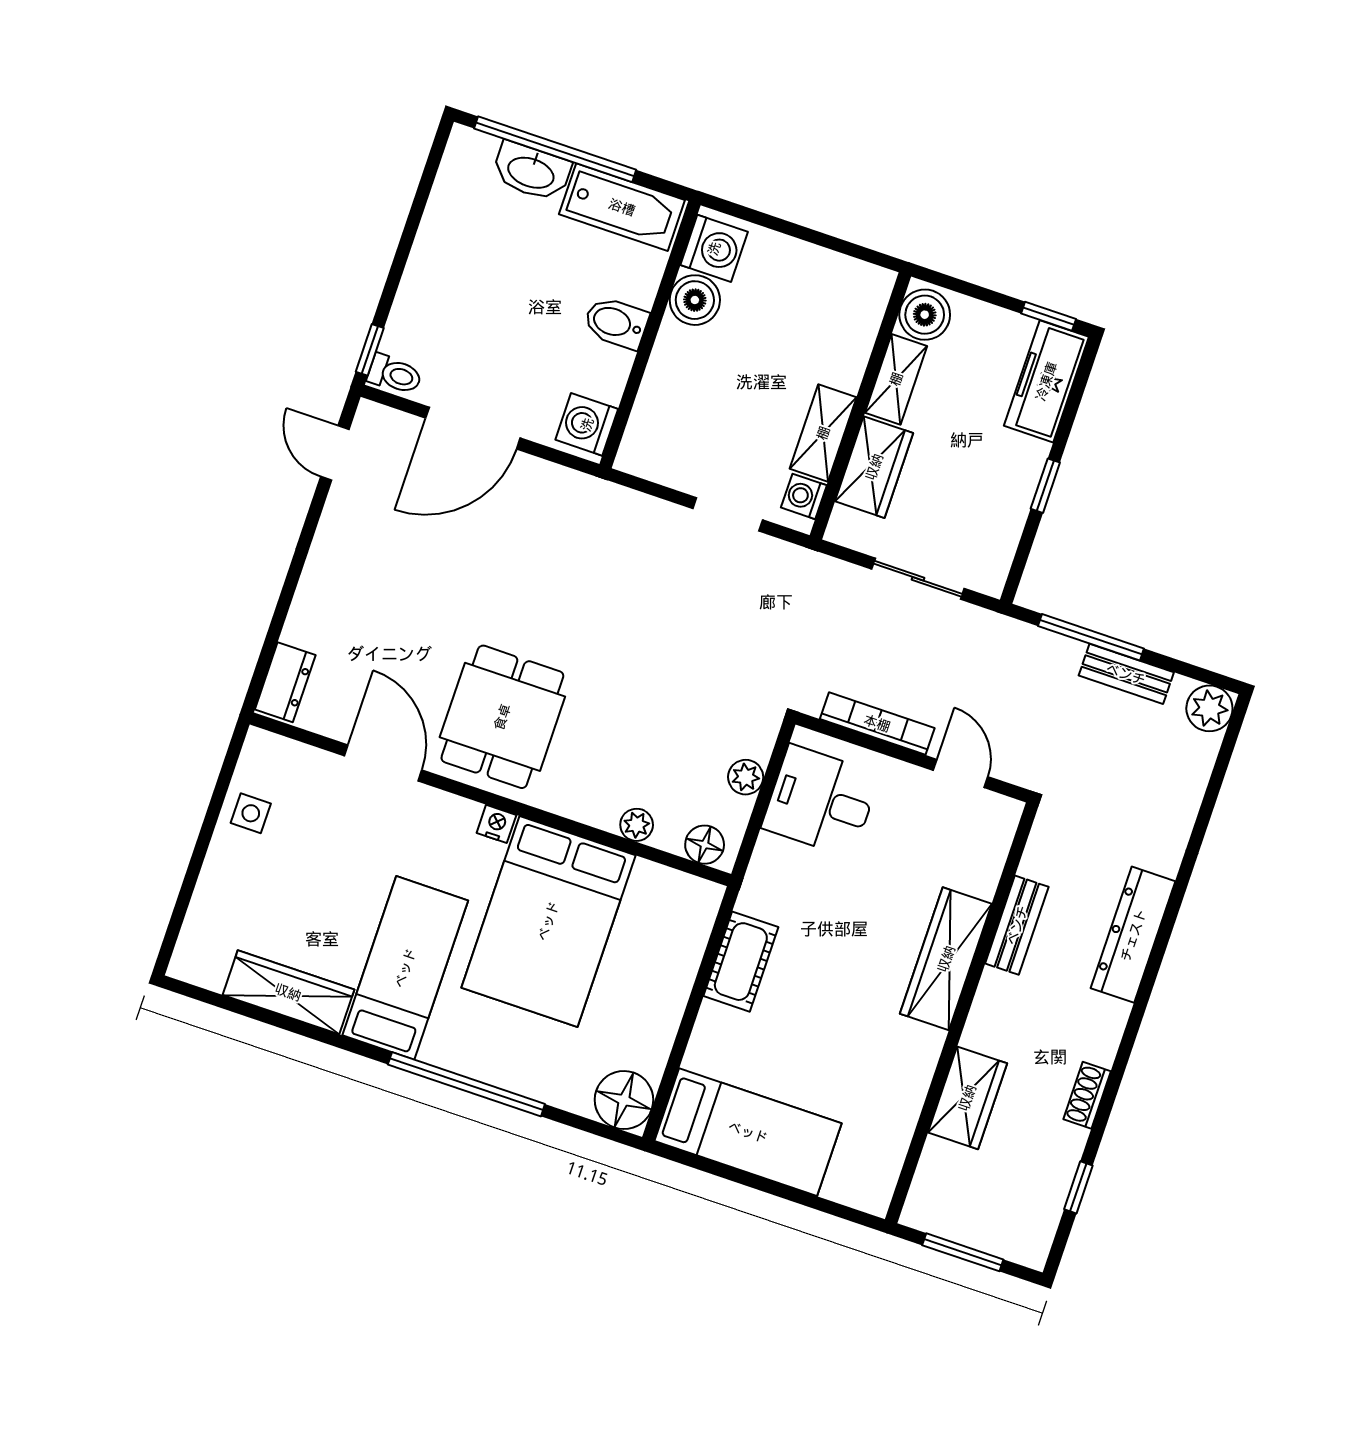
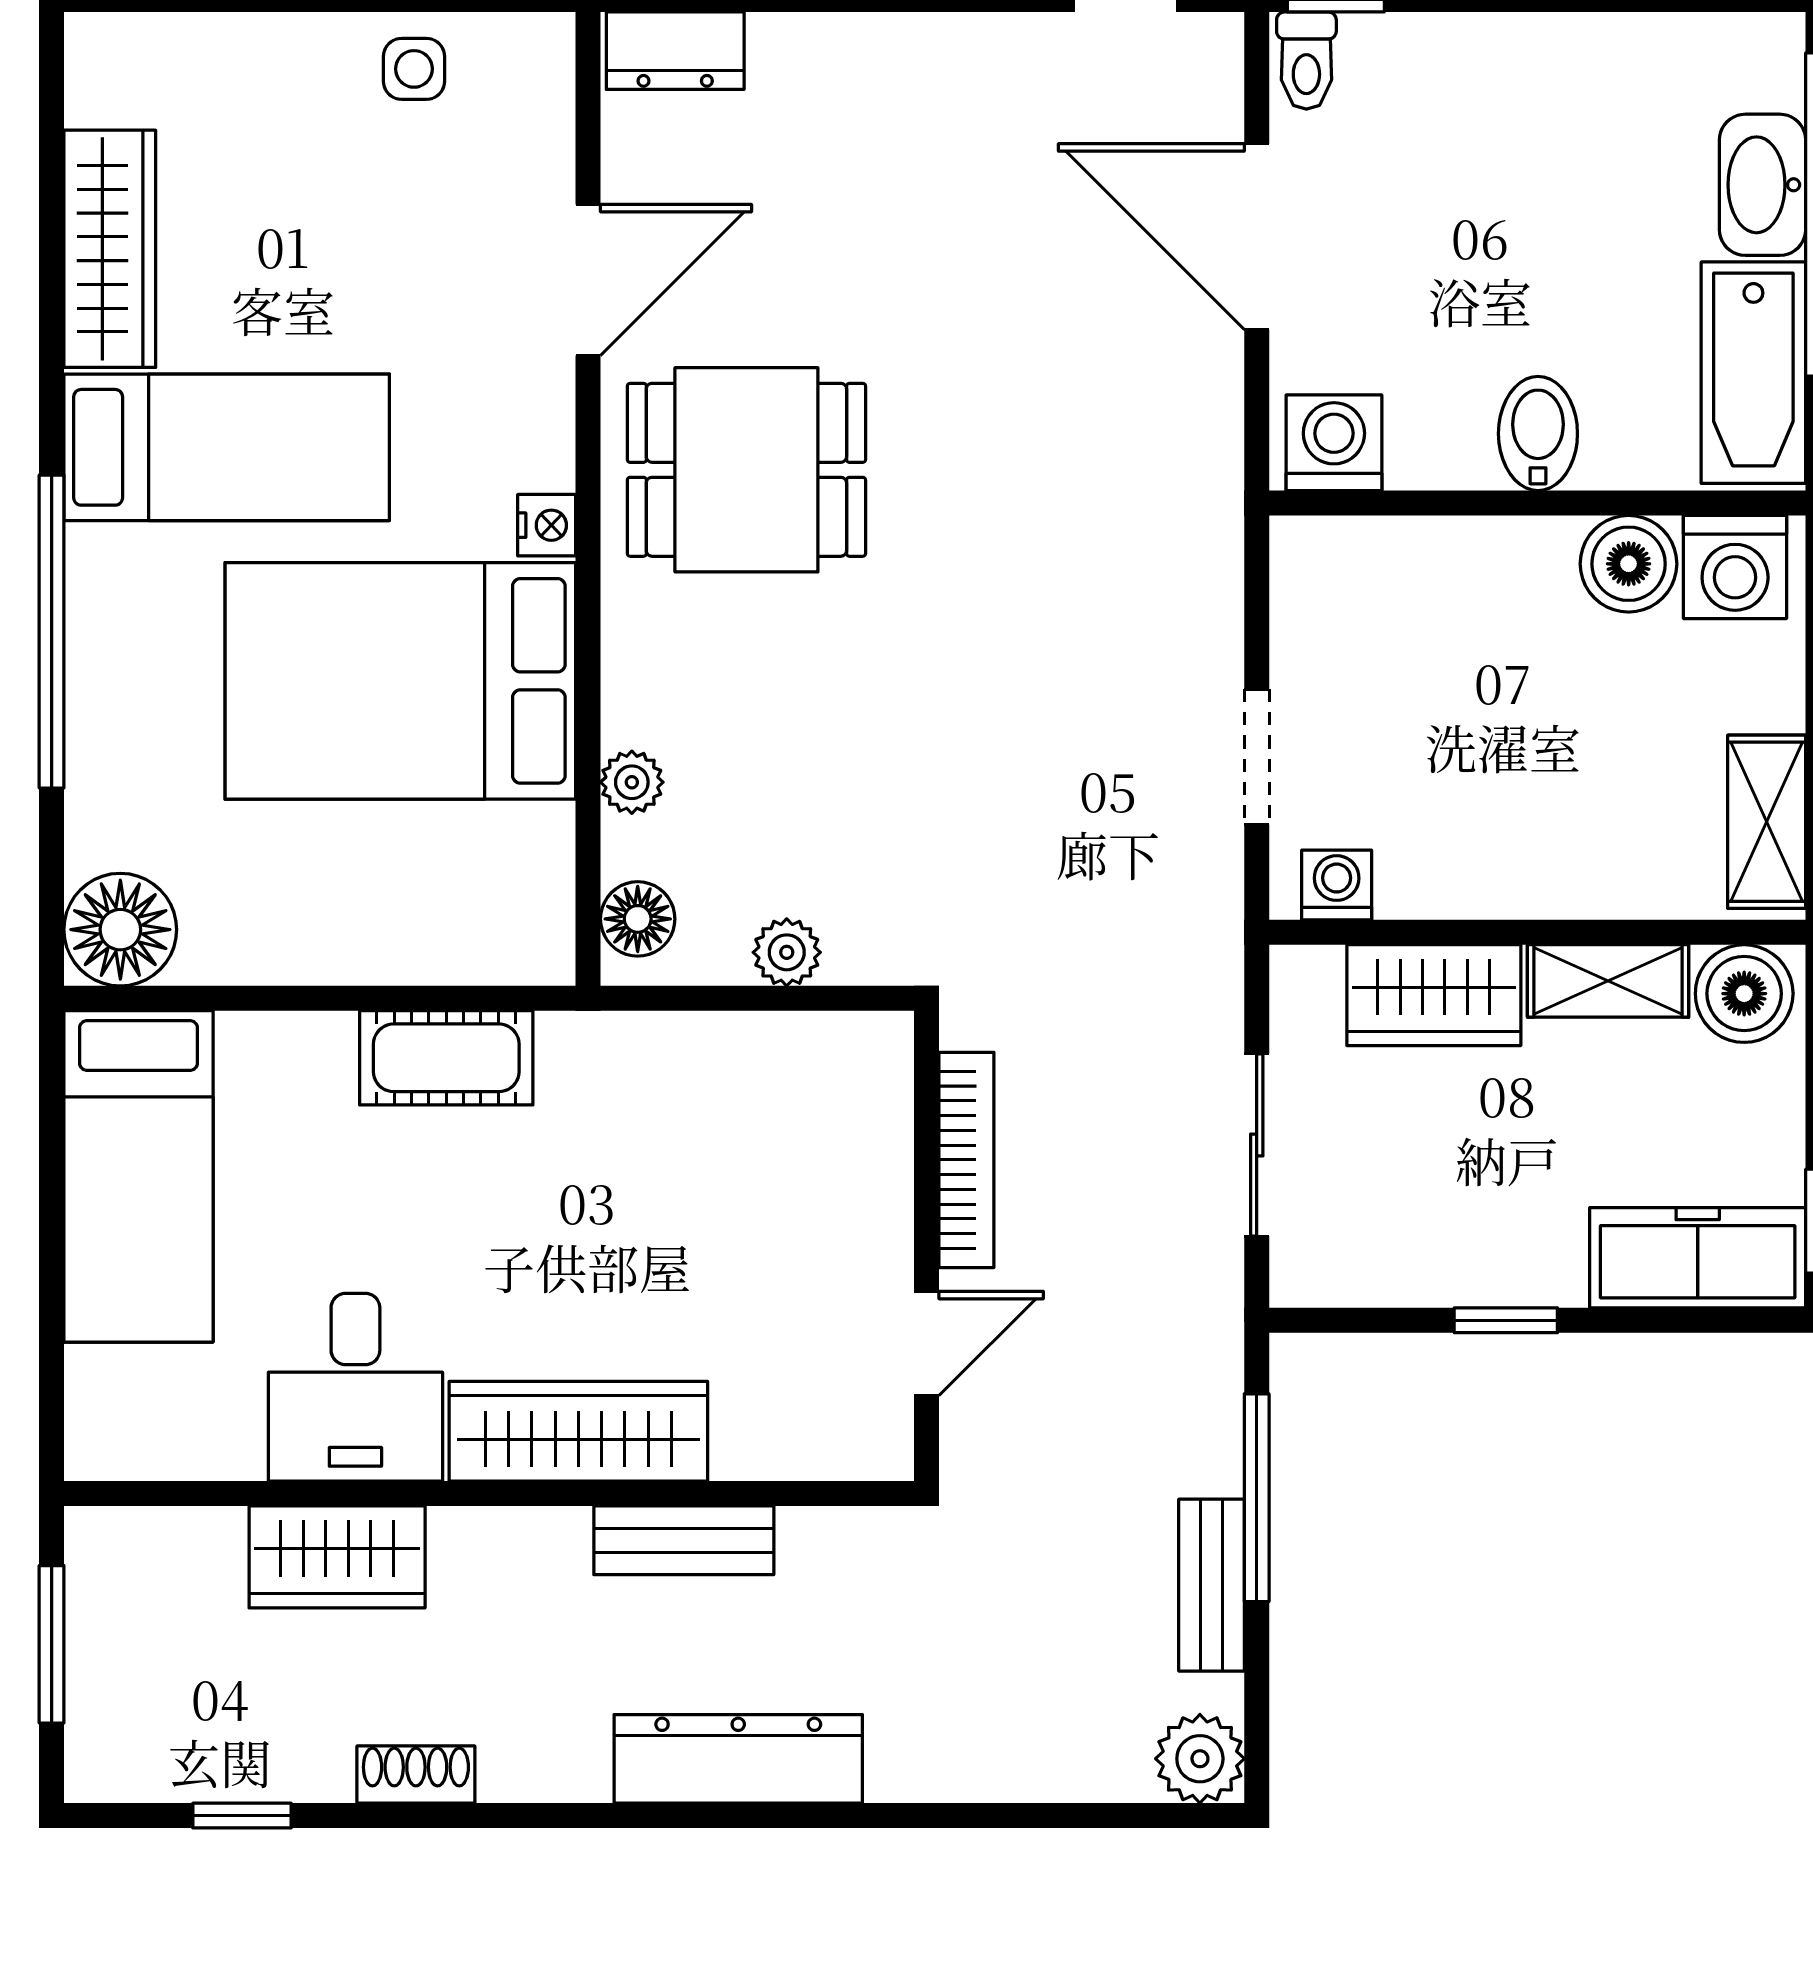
shelving: (823, 433) -> (1767, 822), moved, turned 90
desk: (821, 801) -> (355, 1387), moved, turned 180

